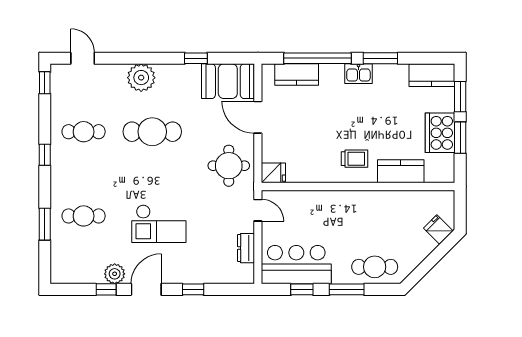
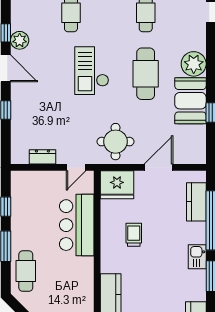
booth: (228, 81) -> (190, 101), moved
trolley: (355, 159) -> (134, 235), moved, turned 180
fridge: (273, 173) -> (117, 185), width x1.88, depth x1.34
checkout: (159, 224) -> (92, 71), moved
bar counter: (296, 265) -> (77, 225), moved, turned 180

